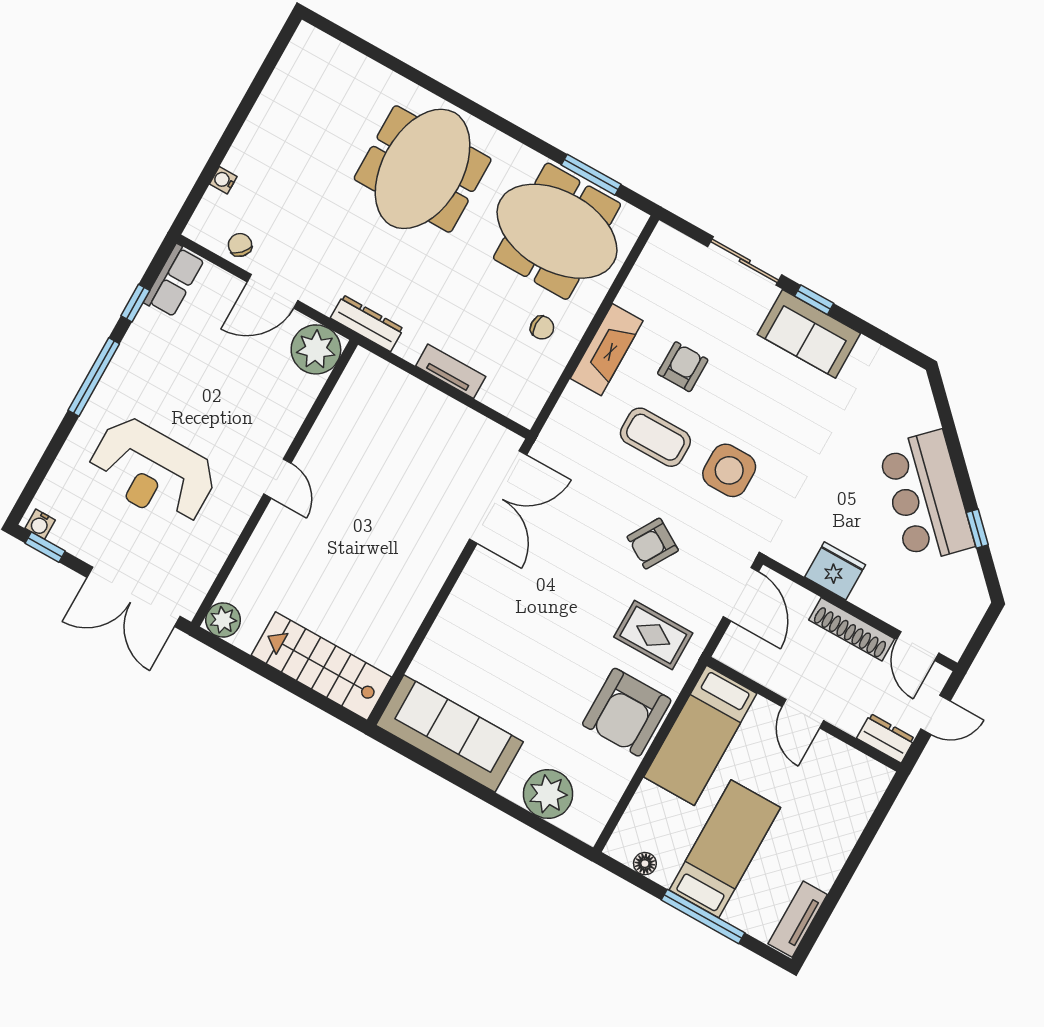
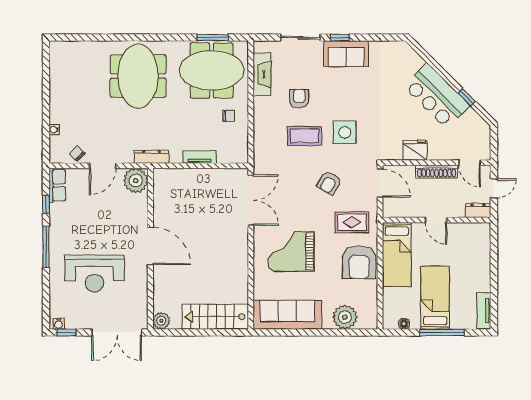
fireplace: (607, 350) -> (262, 74), moved
door: (277, 479) -> (150, 246), width x1.87
grand piano: (518, 626) -> (291, 251), added

